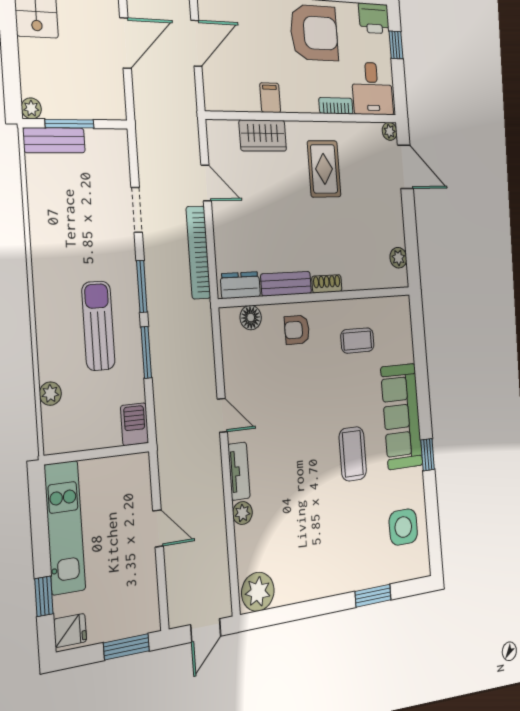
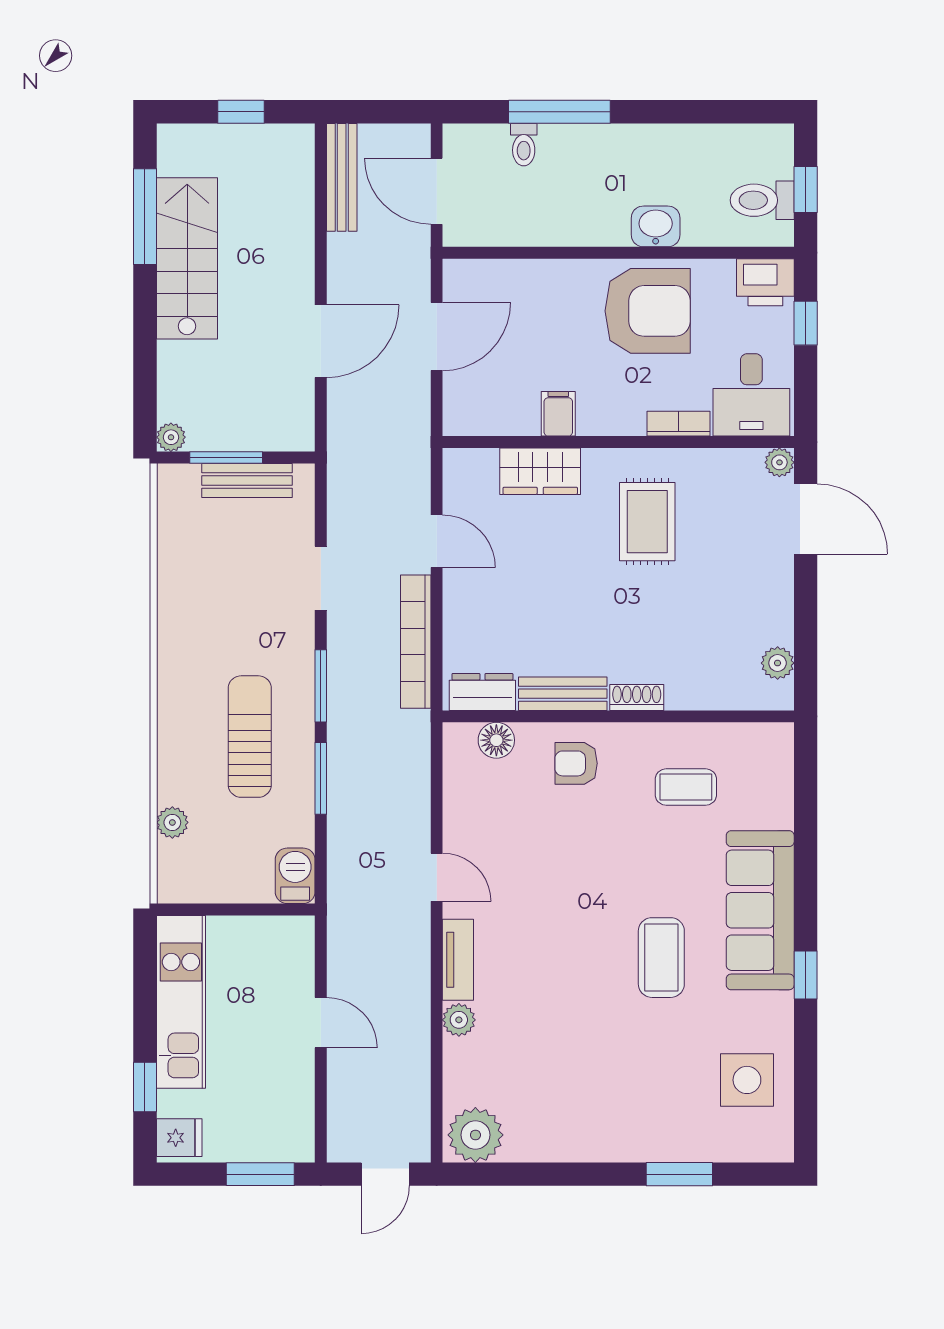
bench: (54, 140) -> (247, 481), moved

